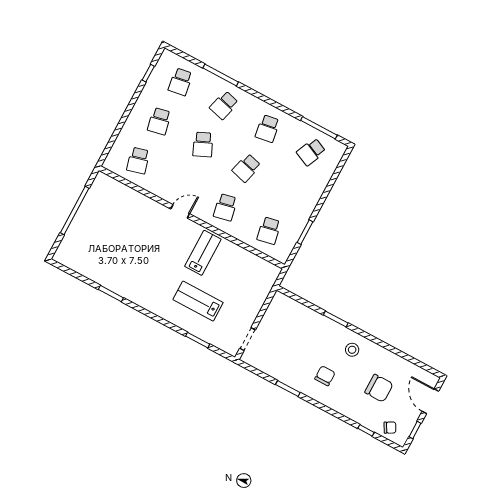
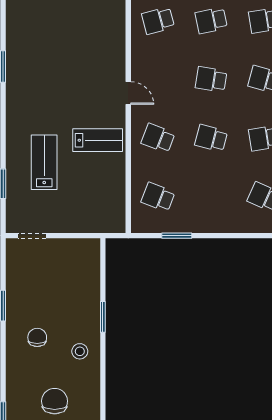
school desk: (203, 145) -> (211, 79), turned 33
school desk: (225, 207) -> (158, 138), turned 33
school desk: (269, 231) -> (158, 197), turned 33
chair: (325, 376) -> (37, 337), turned -90
chair: (379, 388) -> (55, 401), turned 180

